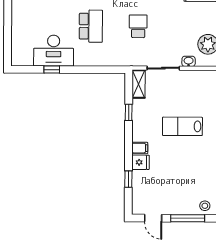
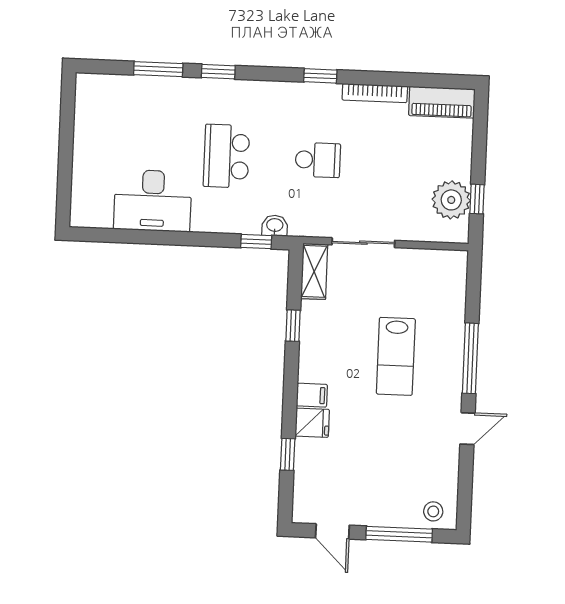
school desk: (91, 26) -> (226, 156), turned 180
school desk: (138, 26) -> (318, 160), turned 90
washbasin: (189, 61) -> (275, 226), moved
window: (52, 70) -> (256, 242), moved
lab bench: (182, 126) -> (396, 356), turned -90

